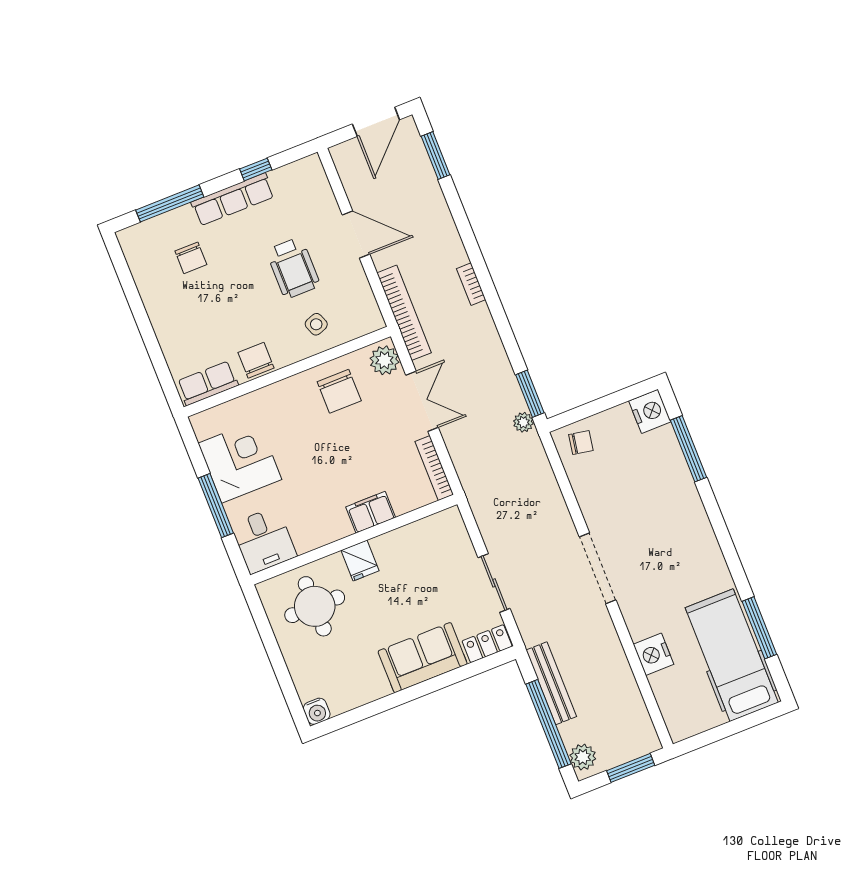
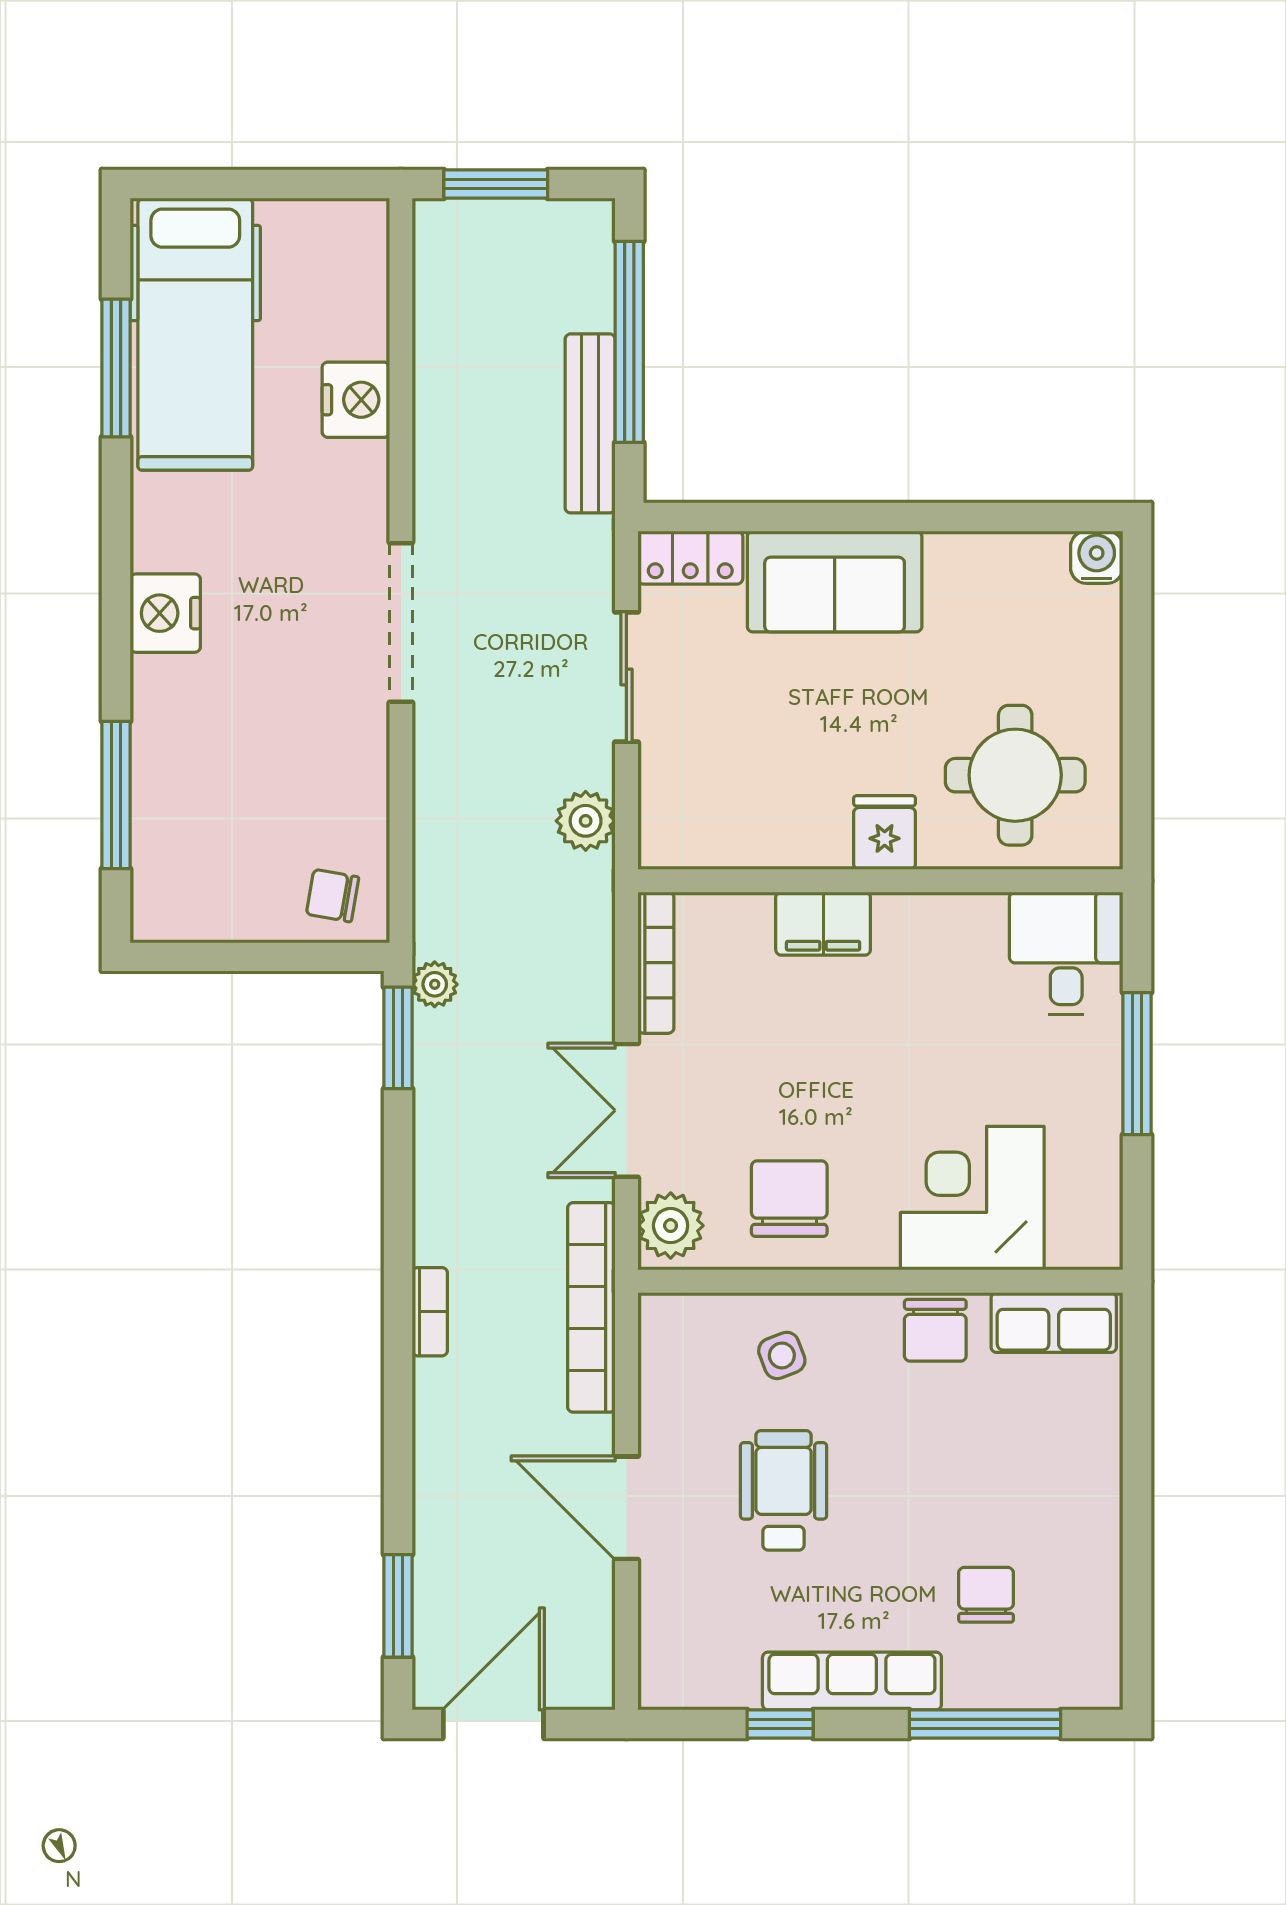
nightstand: (650, 411) -> (165, 613), moved
corner desk: (240, 461) -> (972, 1198), moved, turned 90
plant: (583, 757) -> (586, 821), moved

